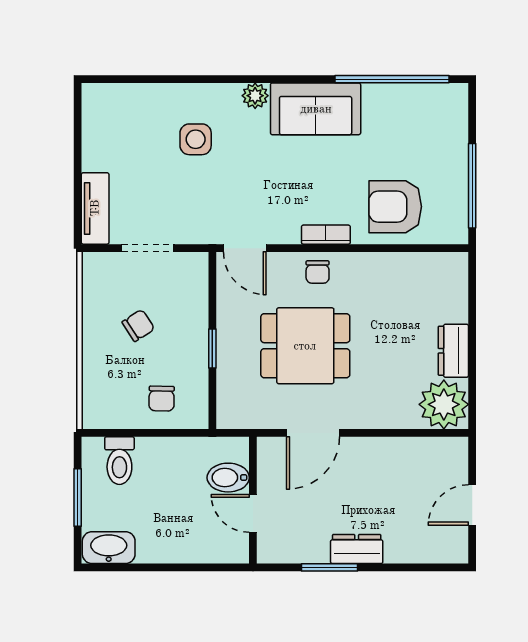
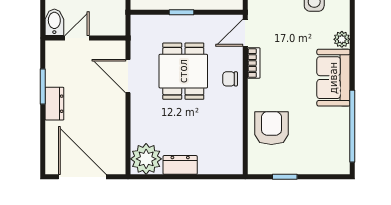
window: (472, 186) -> (285, 177), width x0.46
bookcase: (326, 235) -> (254, 63), moved
bidet: (228, 478) -> (54, 22), moved
door: (472, 505) -> (82, 177), width x1.87

